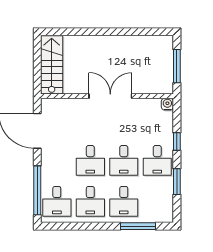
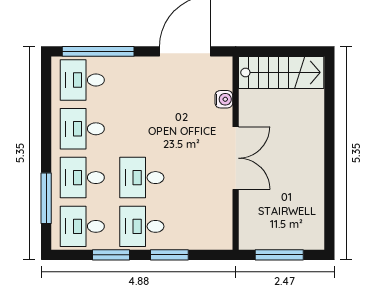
water cooler: (167, 104) -> (224, 99), moved
window: (177, 142) -> (169, 255), width x1.50
desk: (90, 160) -> (82, 226), moved

